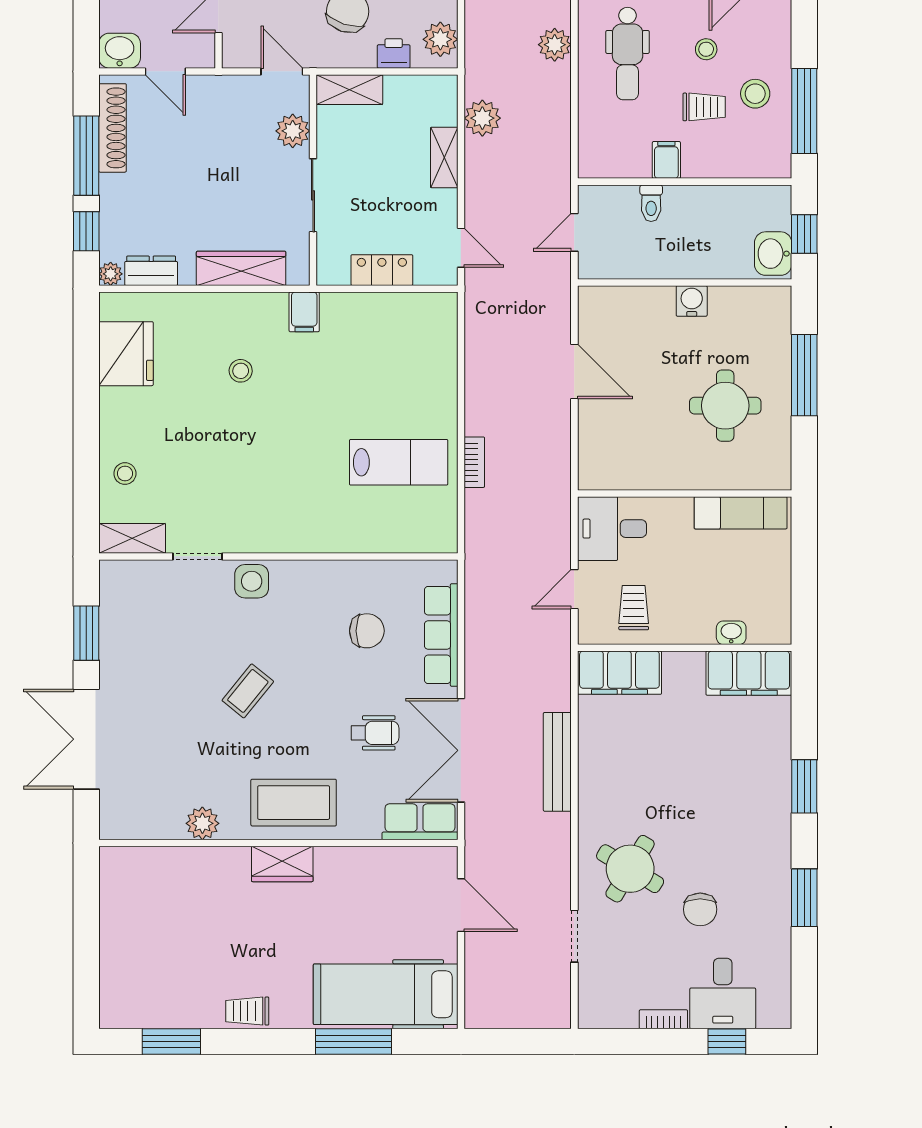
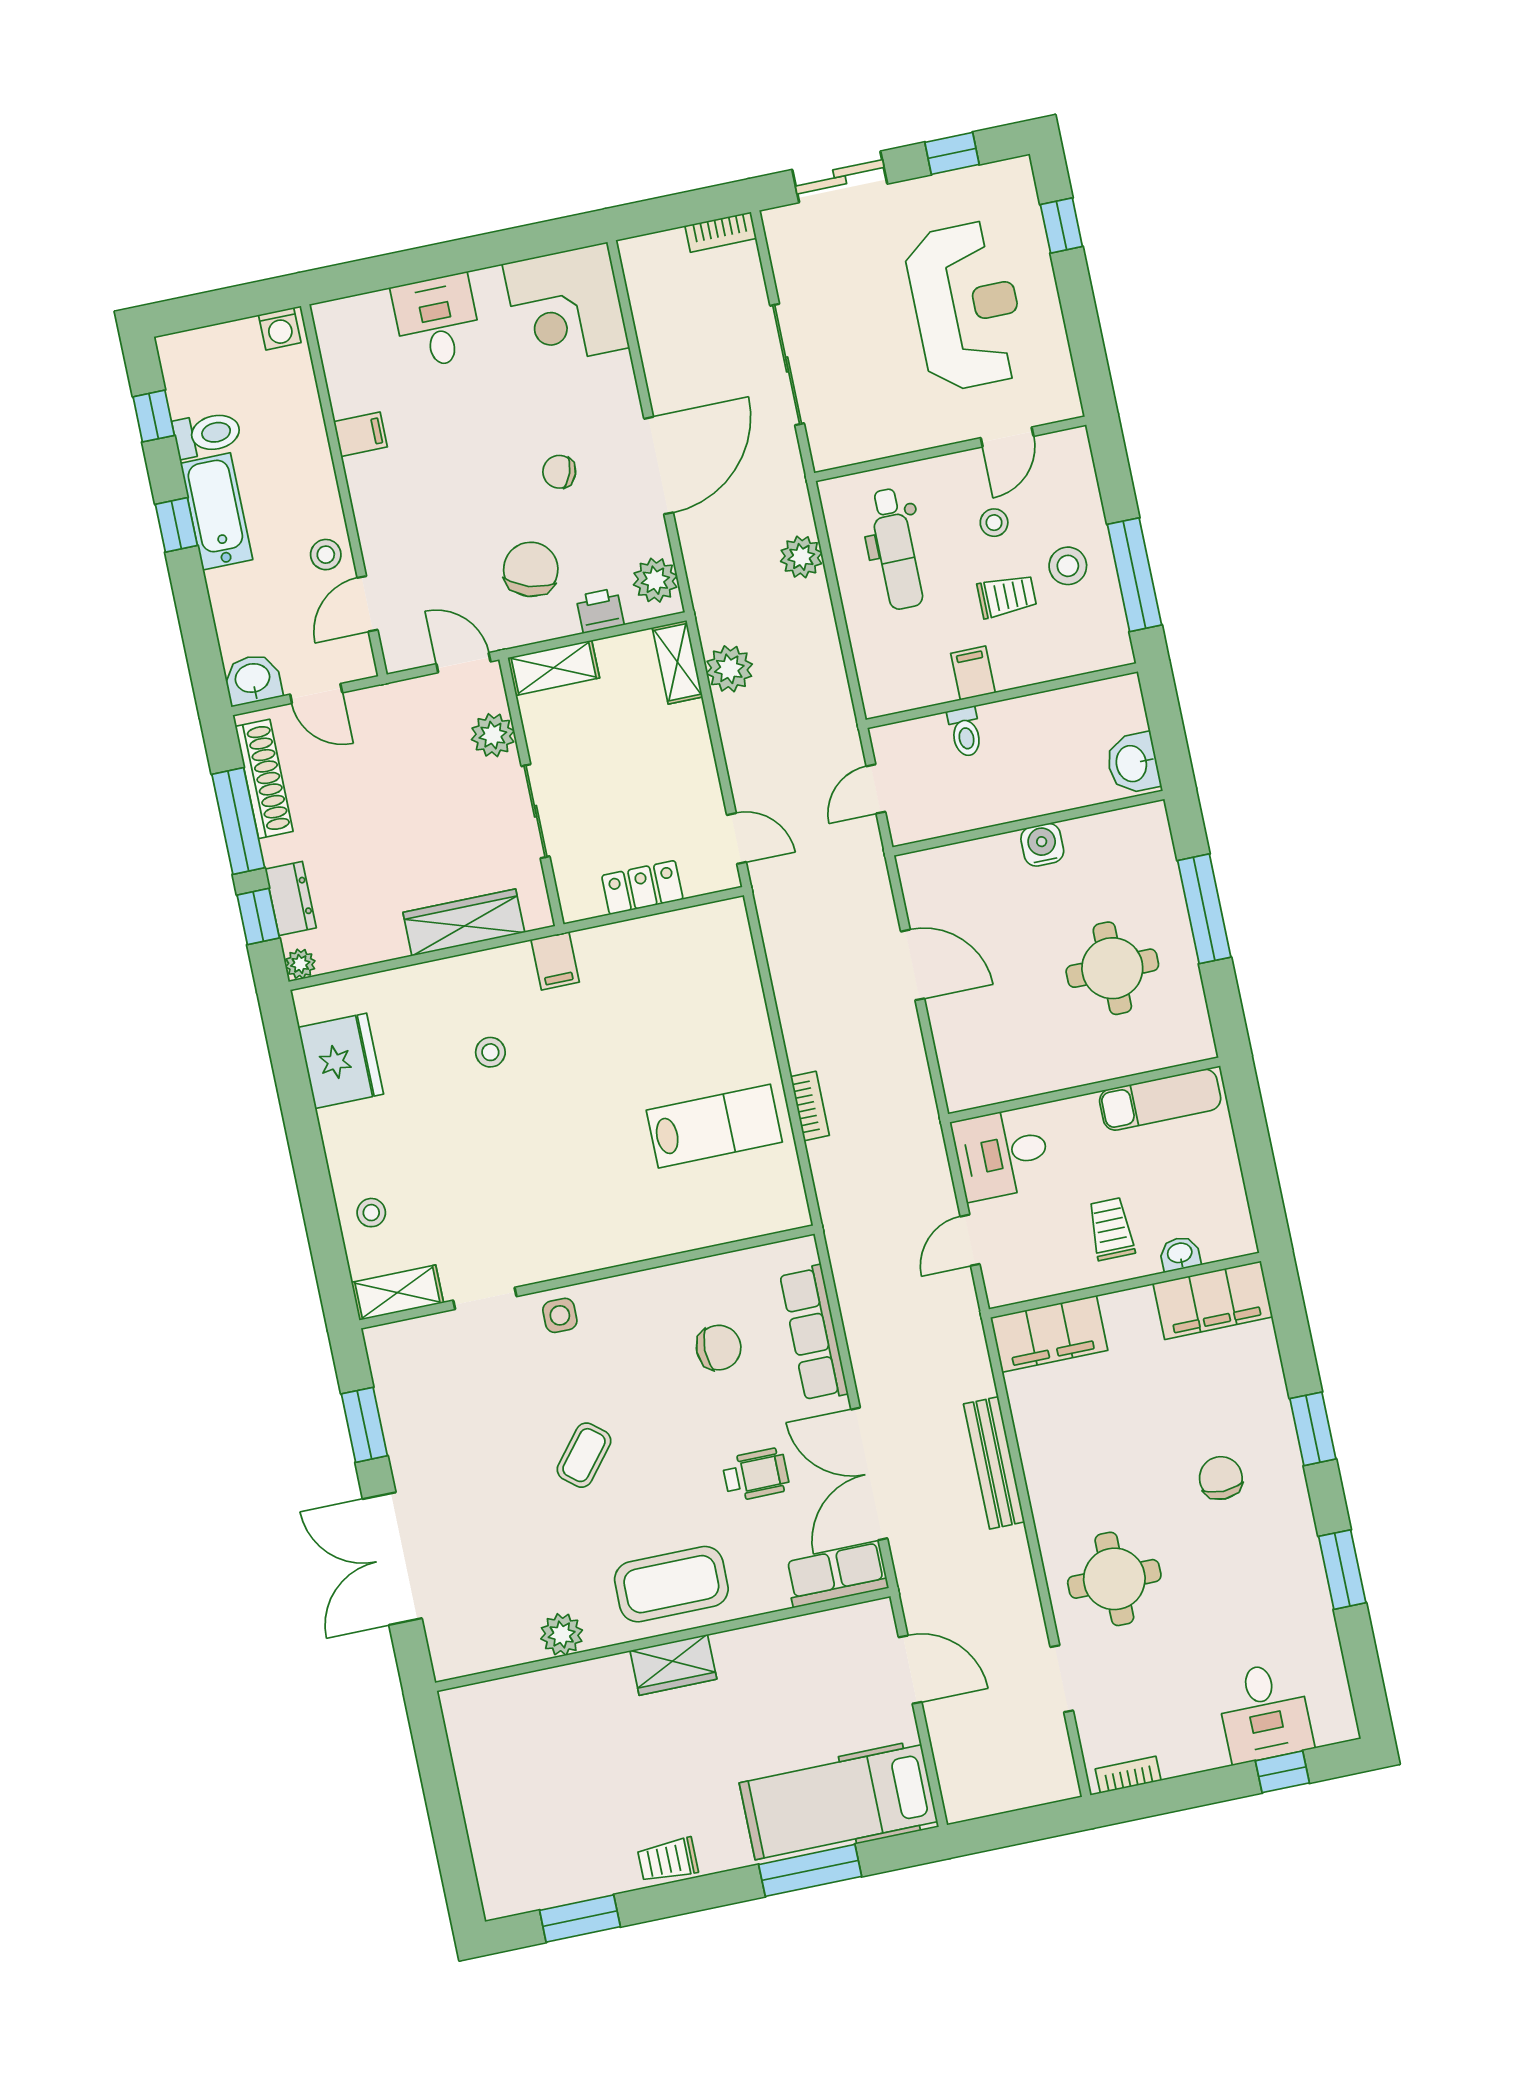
shelving: (444, 157) -> (677, 662), moved
window: (804, 234) -> (1167, 730), removed
dresser: (151, 271) -> (291, 899), moved, turned 90
side table: (252, 581) -> (560, 1315), width x0.73, depth x0.73
trolley: (634, 608) -> (1111, 1229), moved
round table: (630, 869) -> (1114, 1579), turned -31
chair: (700, 909) -> (1221, 1478), moved, turned 180
bookcase: (663, 1019) -> (1128, 1775), moved

